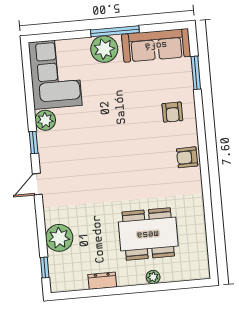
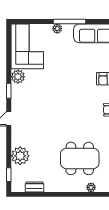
plant: (104, 49) -> (57, 29), width x0.53, depth x0.53
plant: (153, 277) -> (91, 187), moved
dresser: (102, 281) -> (34, 187), moved

